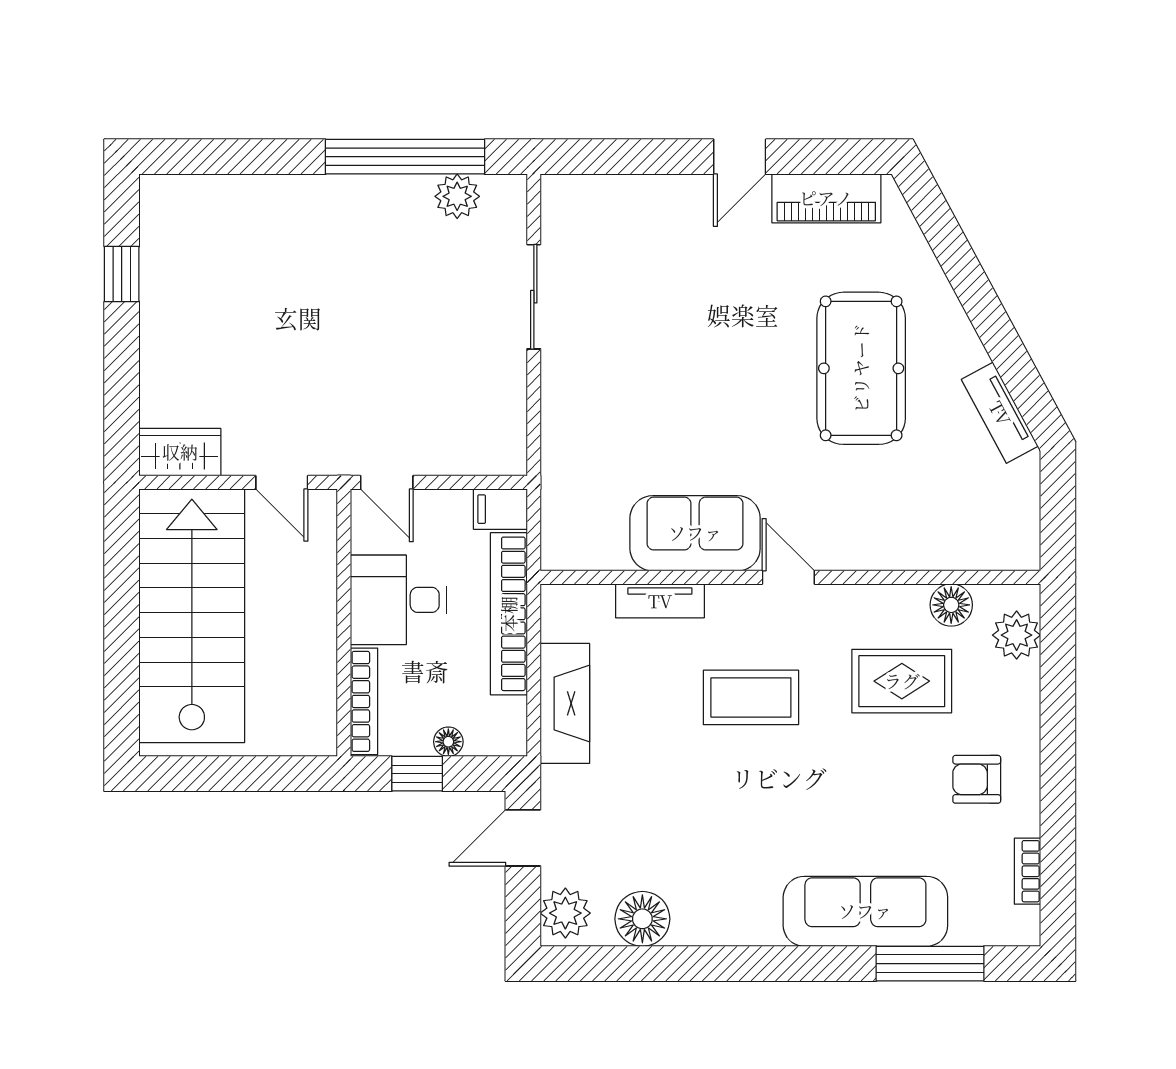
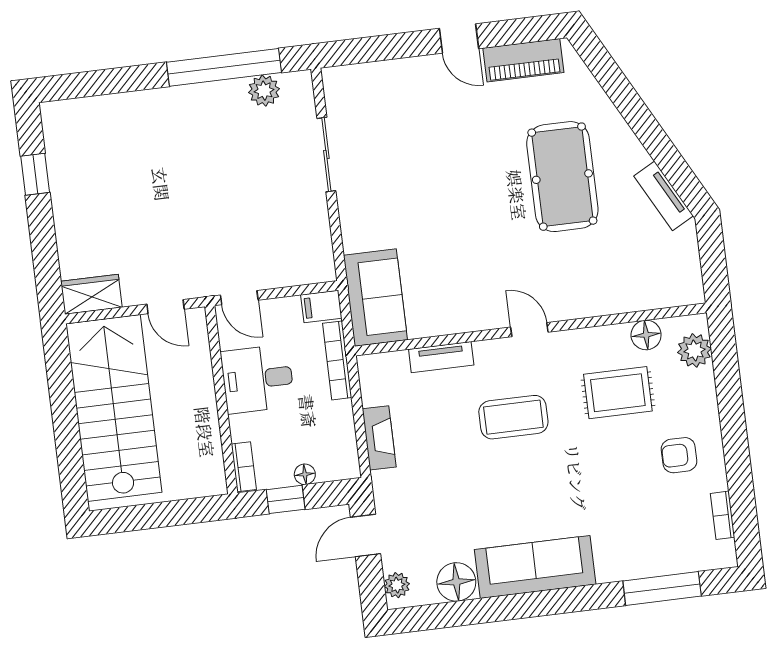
door: (740, 157) -> (459, 38), hinge flipped
sofa: (695, 533) -> (375, 298), moved, turned 90
bookcase: (509, 614) -> (337, 360), width x0.68, depth x0.76
bookcase: (364, 701) -> (244, 467), width x0.64
fireplace: (565, 703) -> (379, 438), width x0.73, depth x0.76
sofa: (865, 911) -> (535, 567), moved
plant: (565, 913) -> (397, 585), width x0.73, depth x0.73

